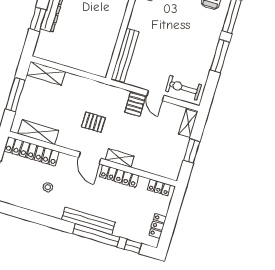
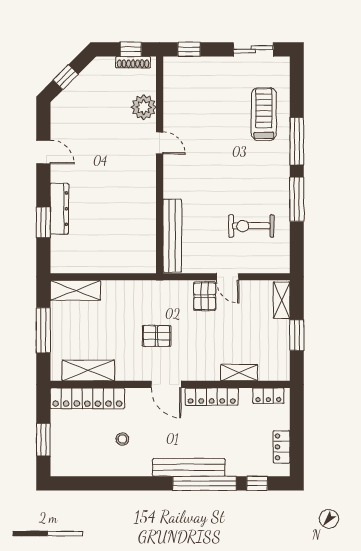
exercise bike: (183, 88) -> (251, 226), moved
shelving: (120, 158) -> (239, 373), moved

